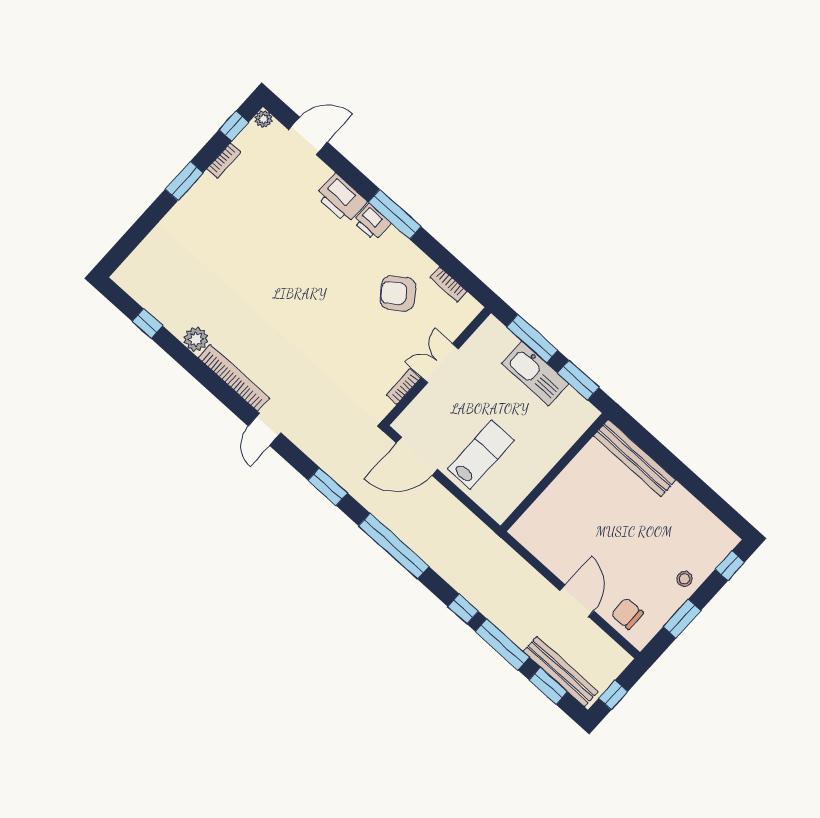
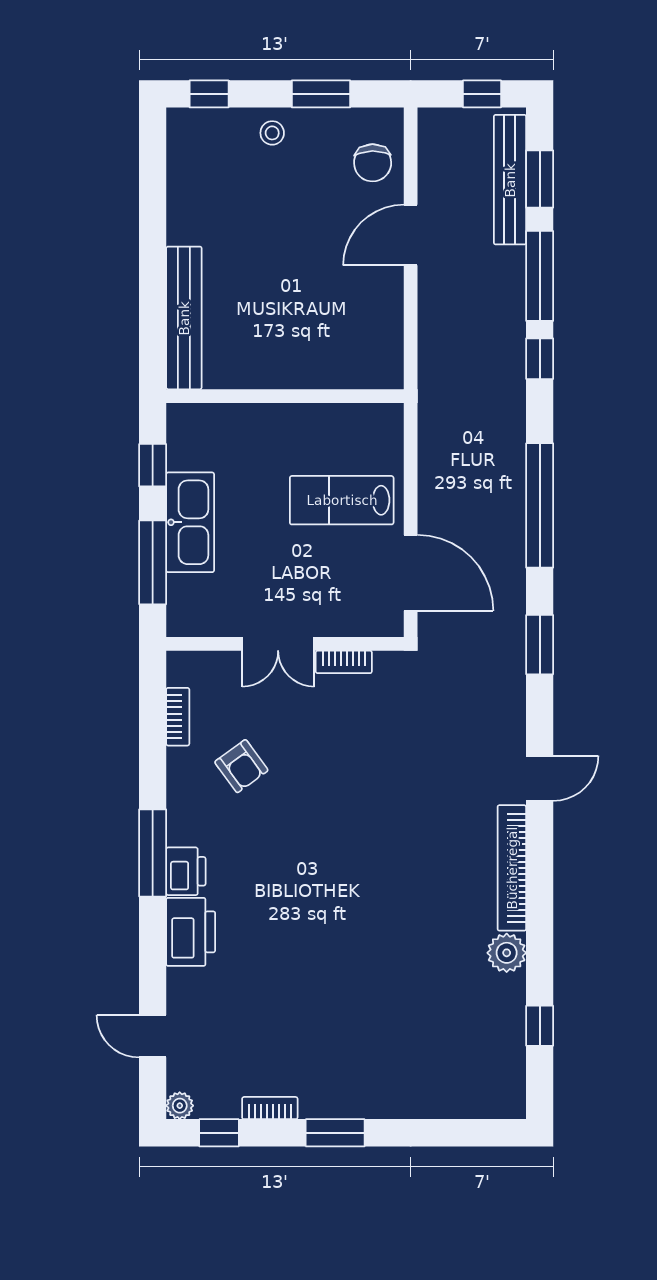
door: (308, 136) -> (153, 1036), width x0.73
armchair: (398, 293) -> (241, 766), width x0.72, depth x0.72
window: (578, 380) -> (153, 465), width x0.67

